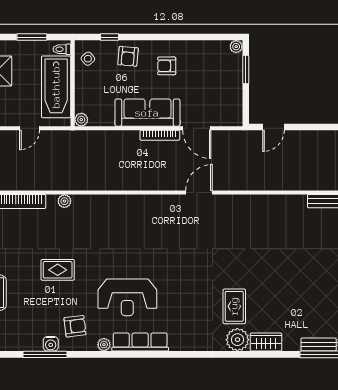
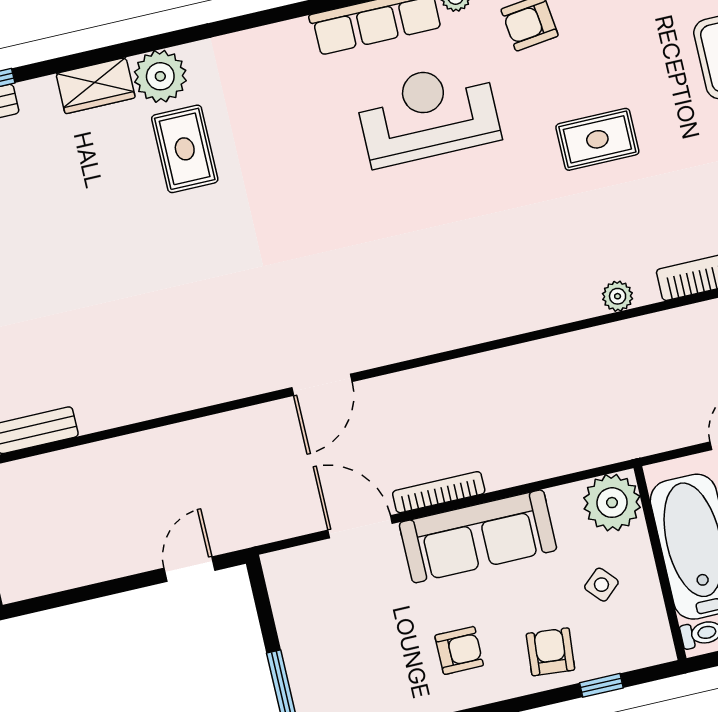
side table: (88, 59) -> (601, 585), moved
plant: (81, 120) -> (612, 503), width x1.88, depth x1.88

